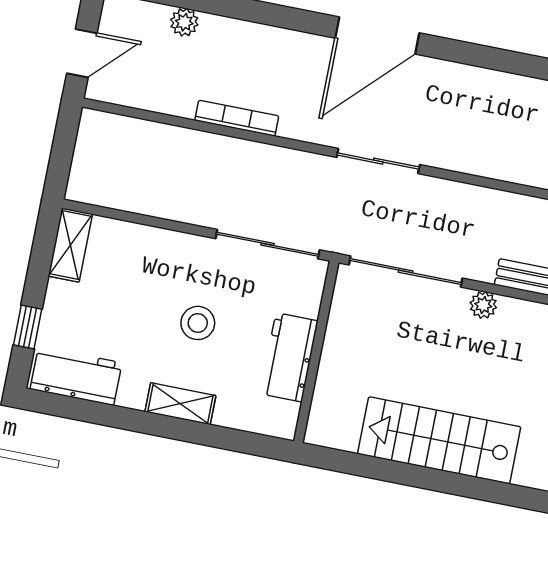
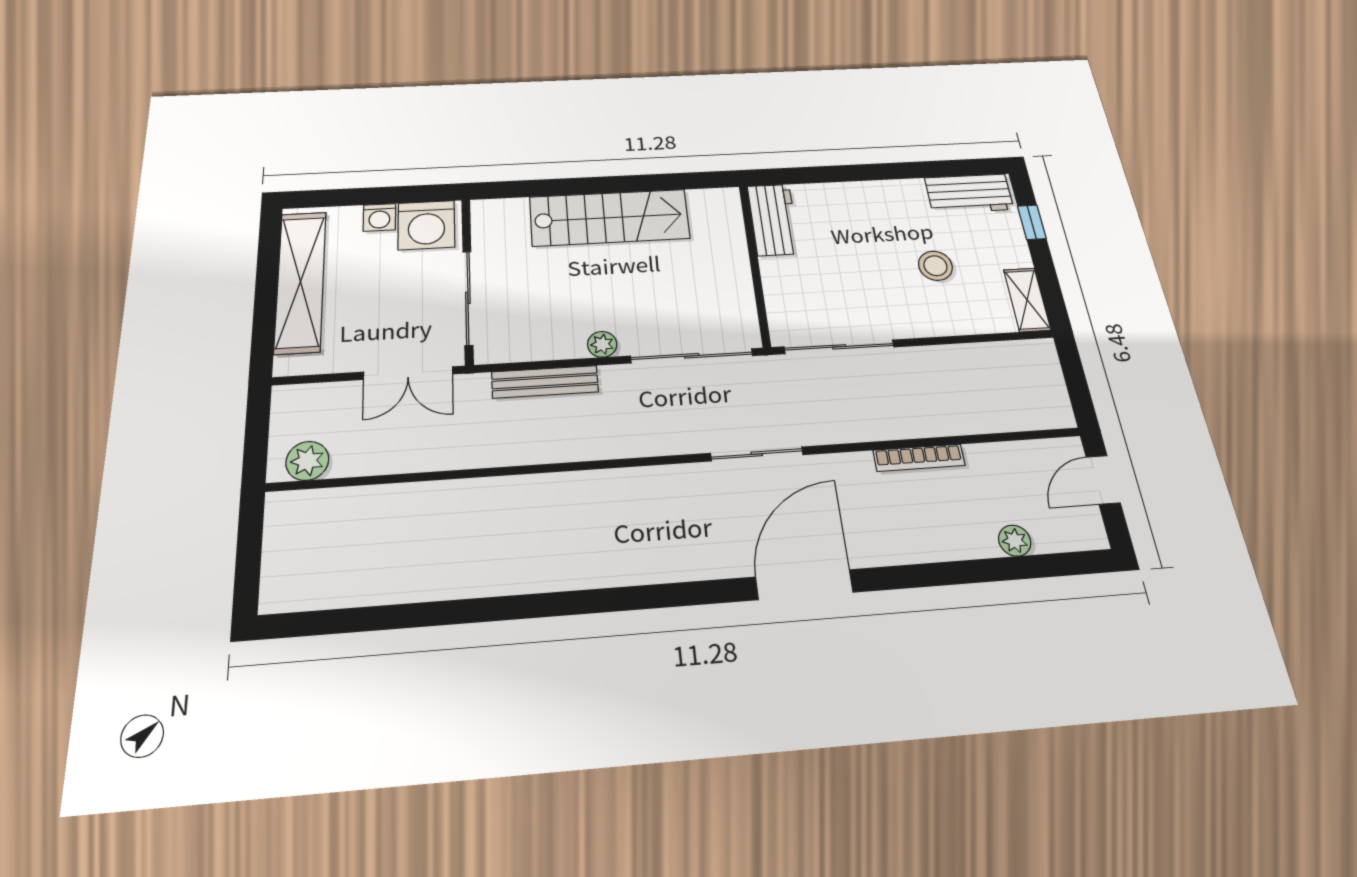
stool: (198, 323) -> (935, 266), moved
workbench: (289, 357) -> (773, 220), moved
shelving: (180, 404) -> (865, 193), removed

